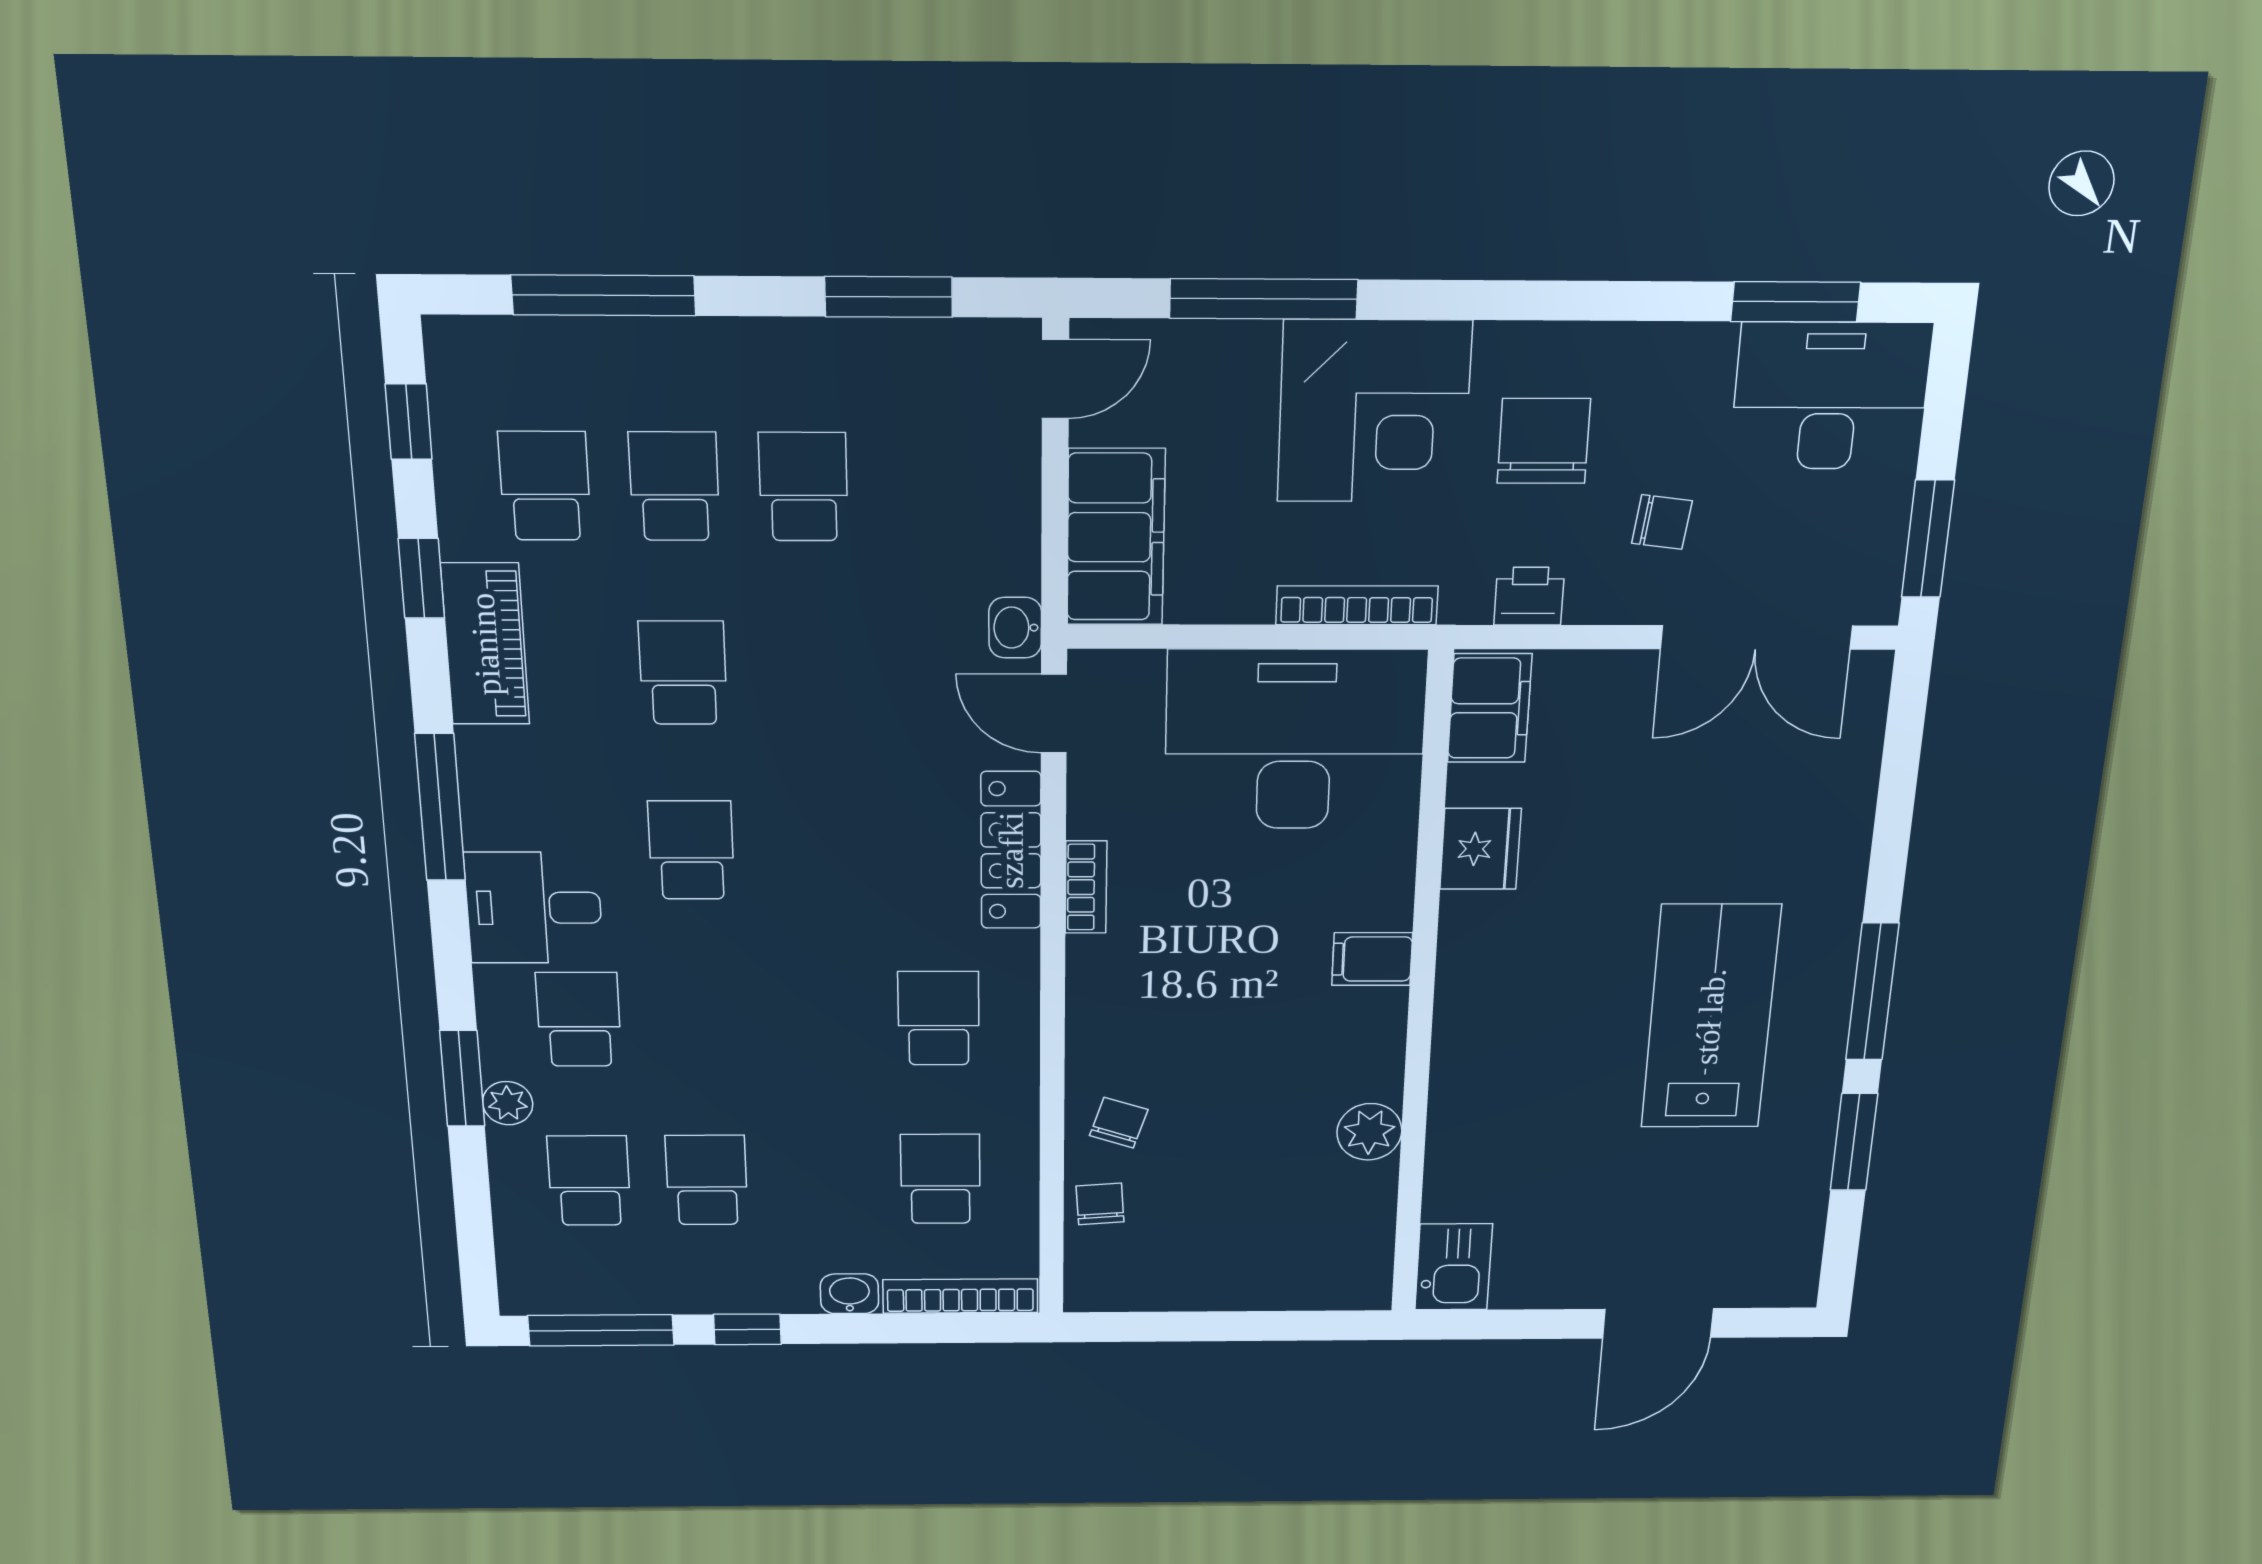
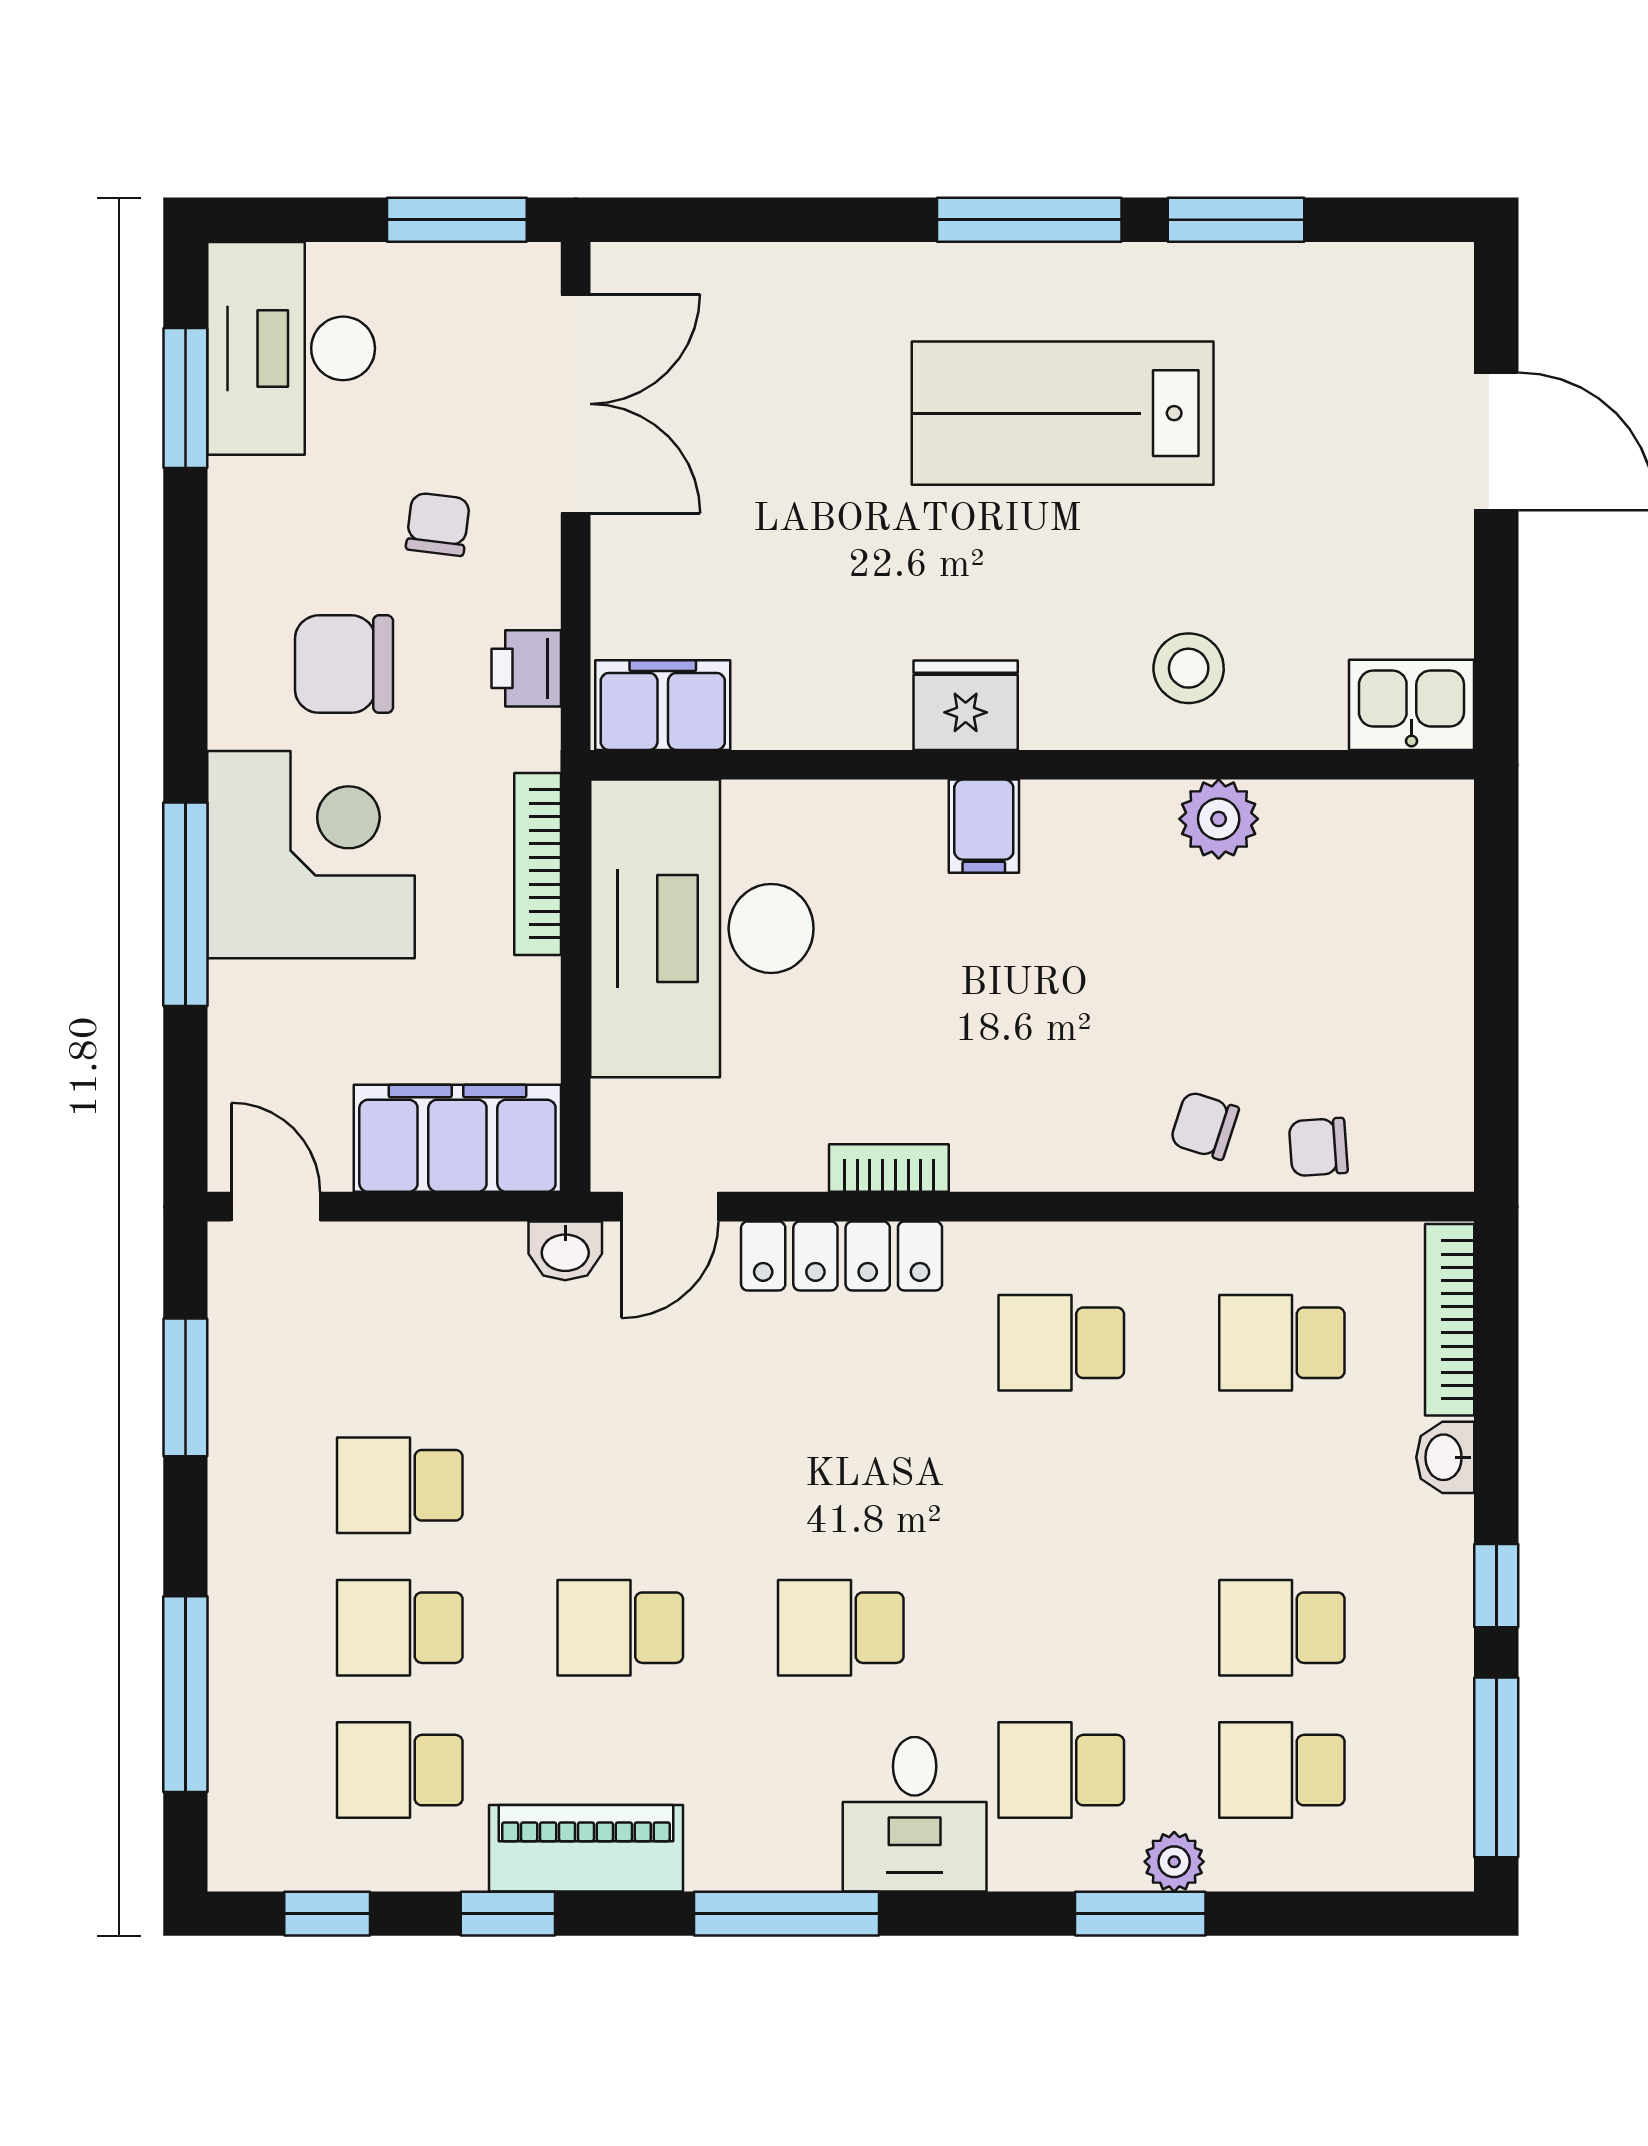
window: (1264, 299) -> (185, 904), moved
fridge: (1480, 849) -> (966, 705), moved
stool: (1494, 1110) -> (1189, 668), added

